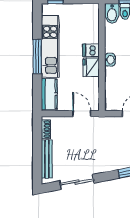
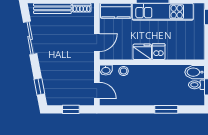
washbasin: (110, 60) -> (106, 70), moved
stool: (111, 86) -> (124, 71), added

